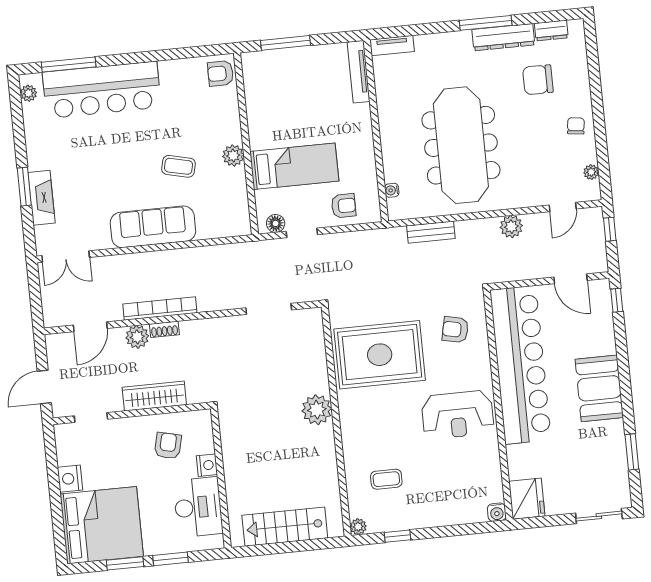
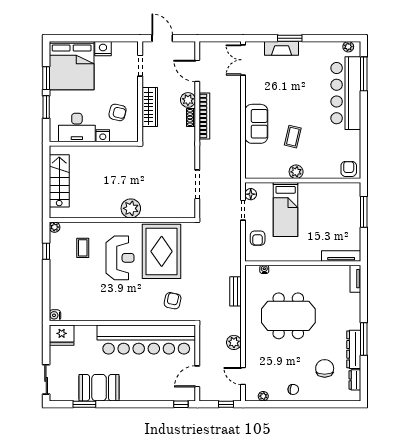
meeting table: (461, 145) -> (288, 316), width x0.73
sofa: (153, 227) -> (256, 124), width x0.73
booth: (599, 388) -> (99, 388), moved
reception desk: (458, 415) -> (120, 258), moved, turned 180

